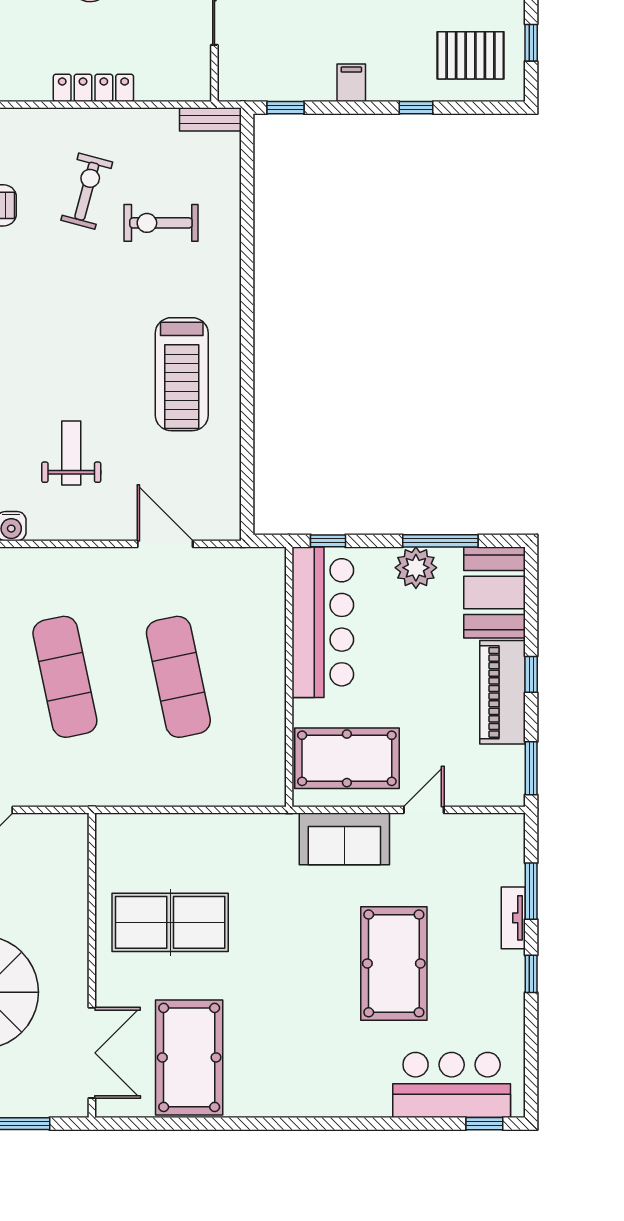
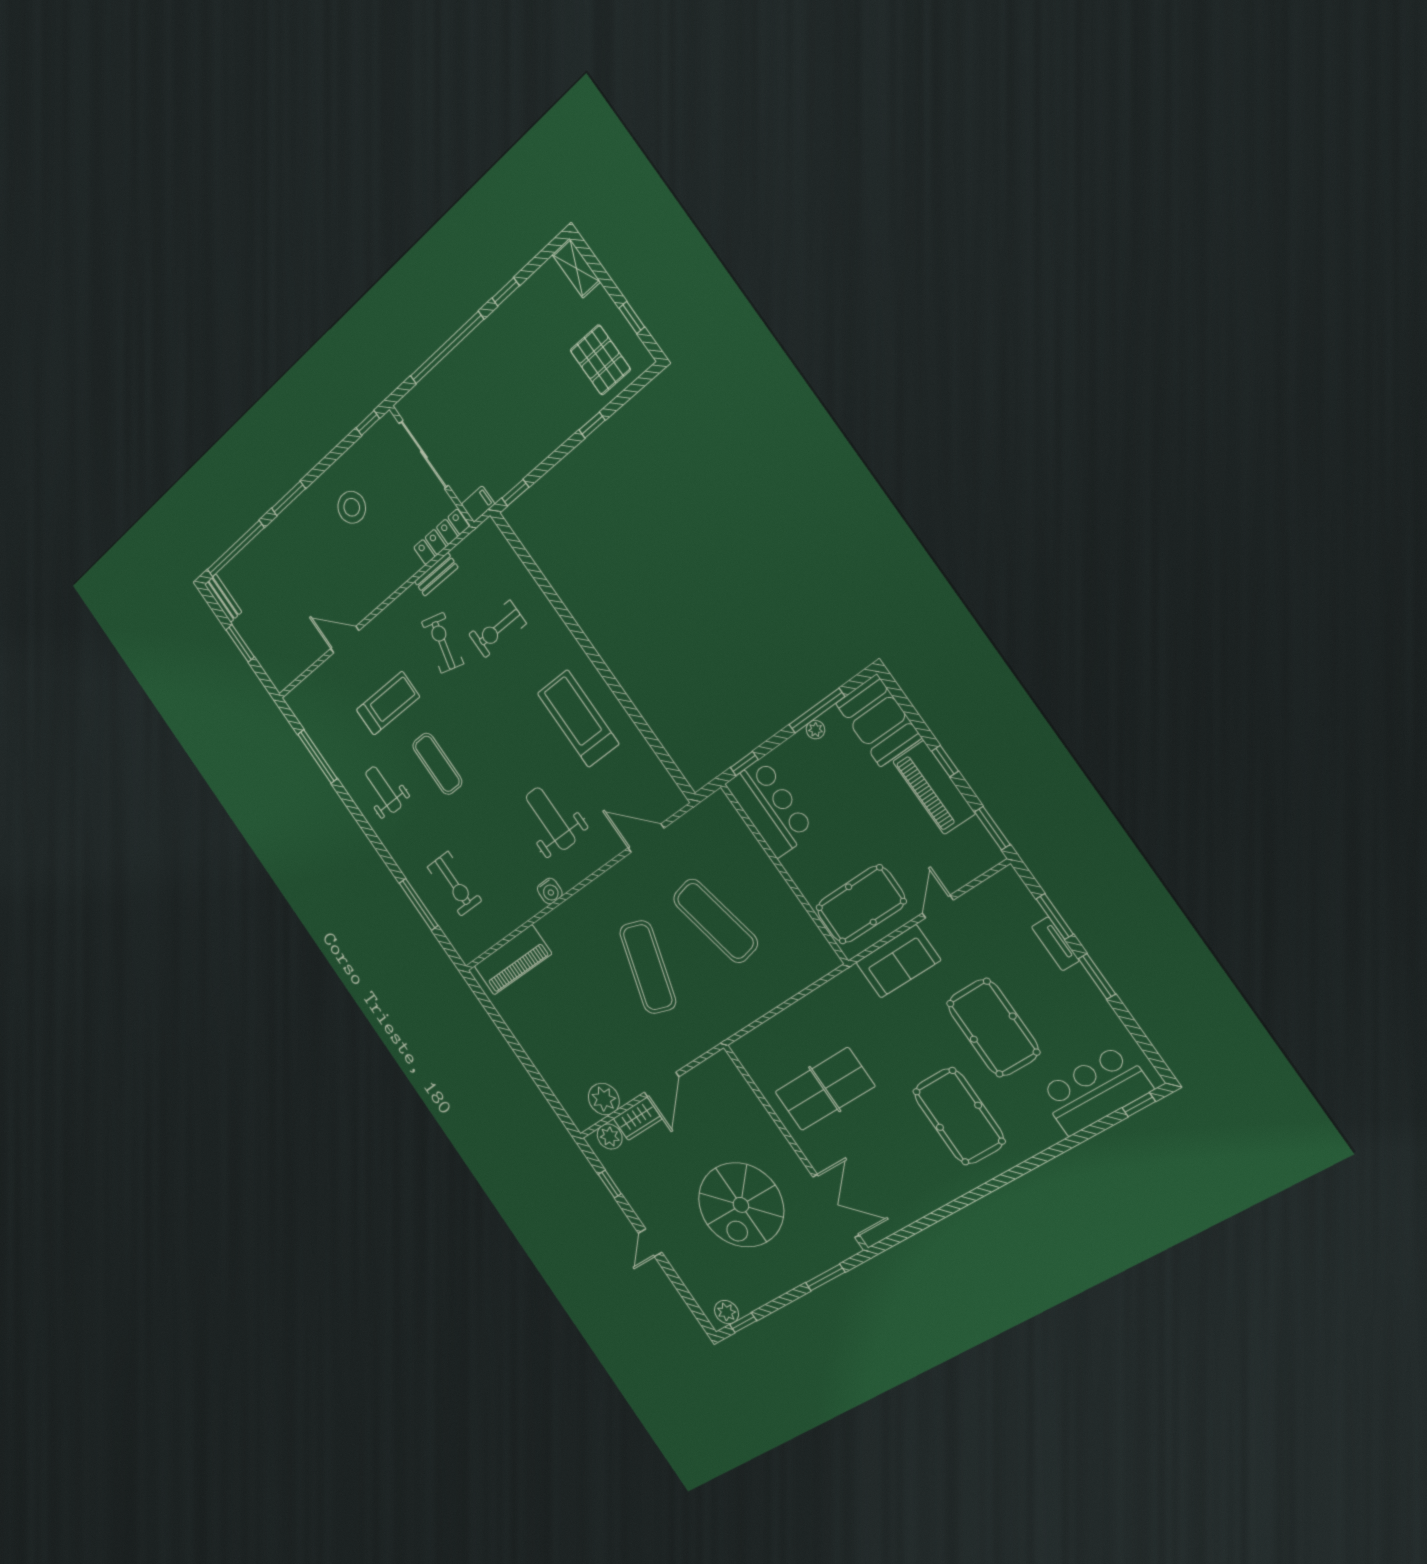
pallet: (471, 55) -> (600, 360), turned 90
filing cabinet: (351, 83) -> (478, 504), moved, turned 90
locker: (93, 88) -> (441, 537), moved
bench: (210, 119) -> (436, 574), moved
treadmill: (182, 374) -> (578, 719), turned 180
weight bench: (71, 453) -> (551, 819), width x1.36, depth x1.33
plant: (416, 568) -> (815, 730), width x0.53, depth x0.53
bar counter: (323, 622) -> (770, 808), width x0.73
exercise mat: (65, 677) -> (648, 967), turned 30
window: (531, 974) -> (1097, 976), width x1.50
pool table: (189, 1057) -> (959, 1116), moved

